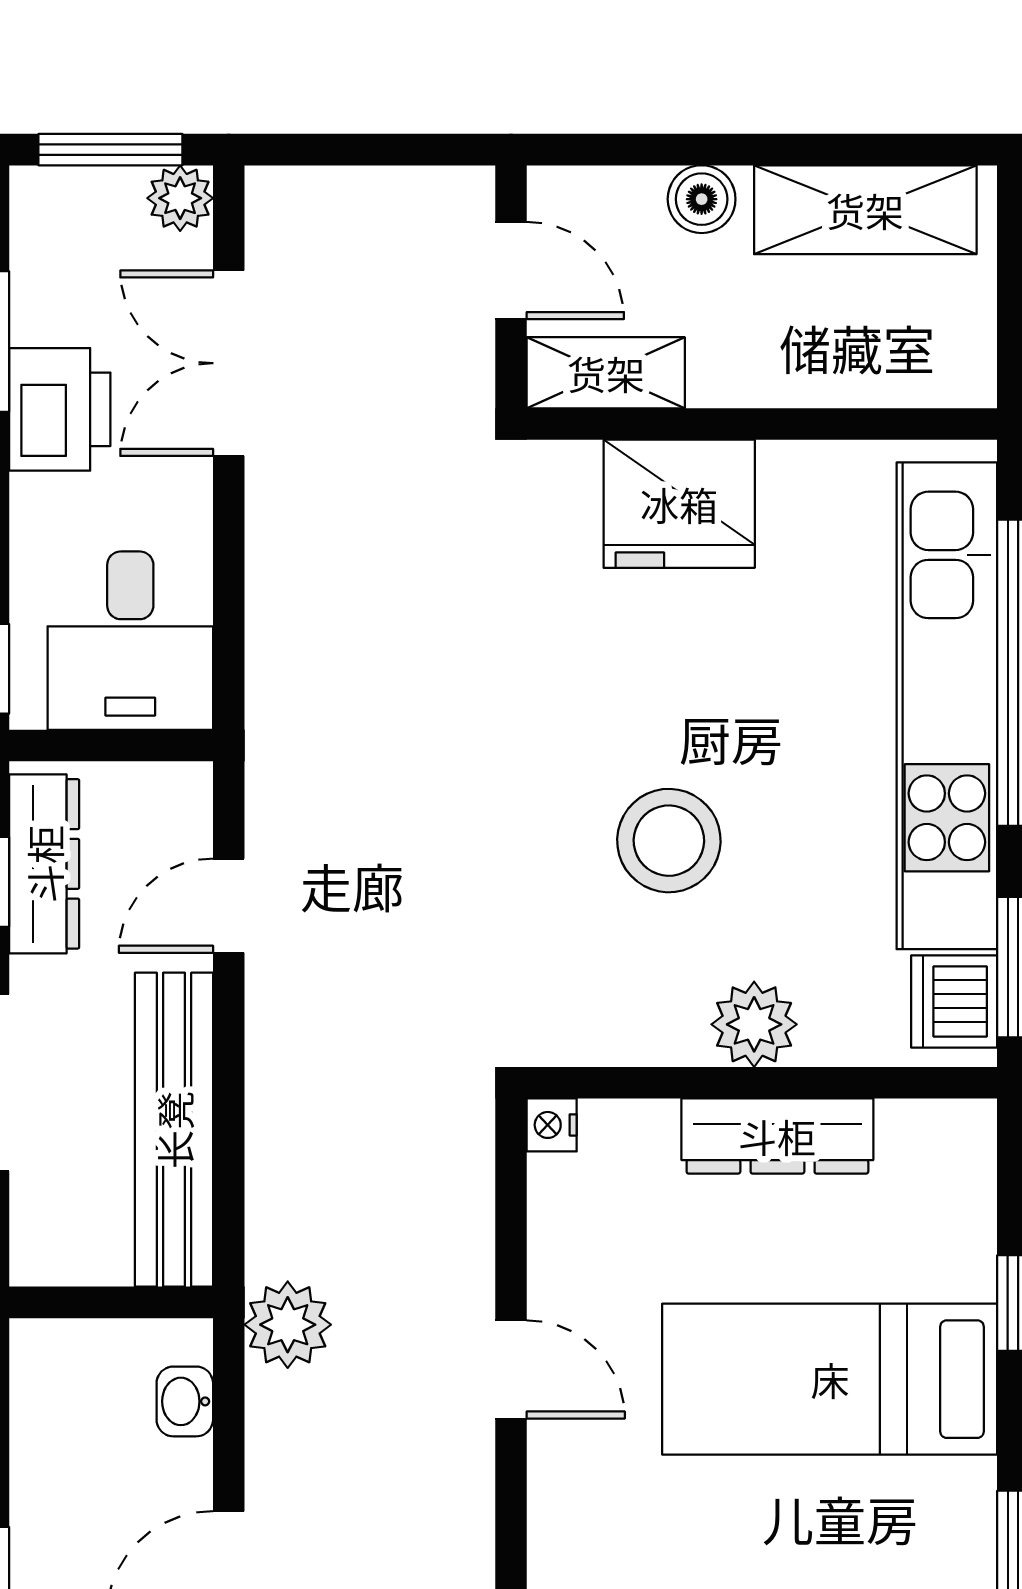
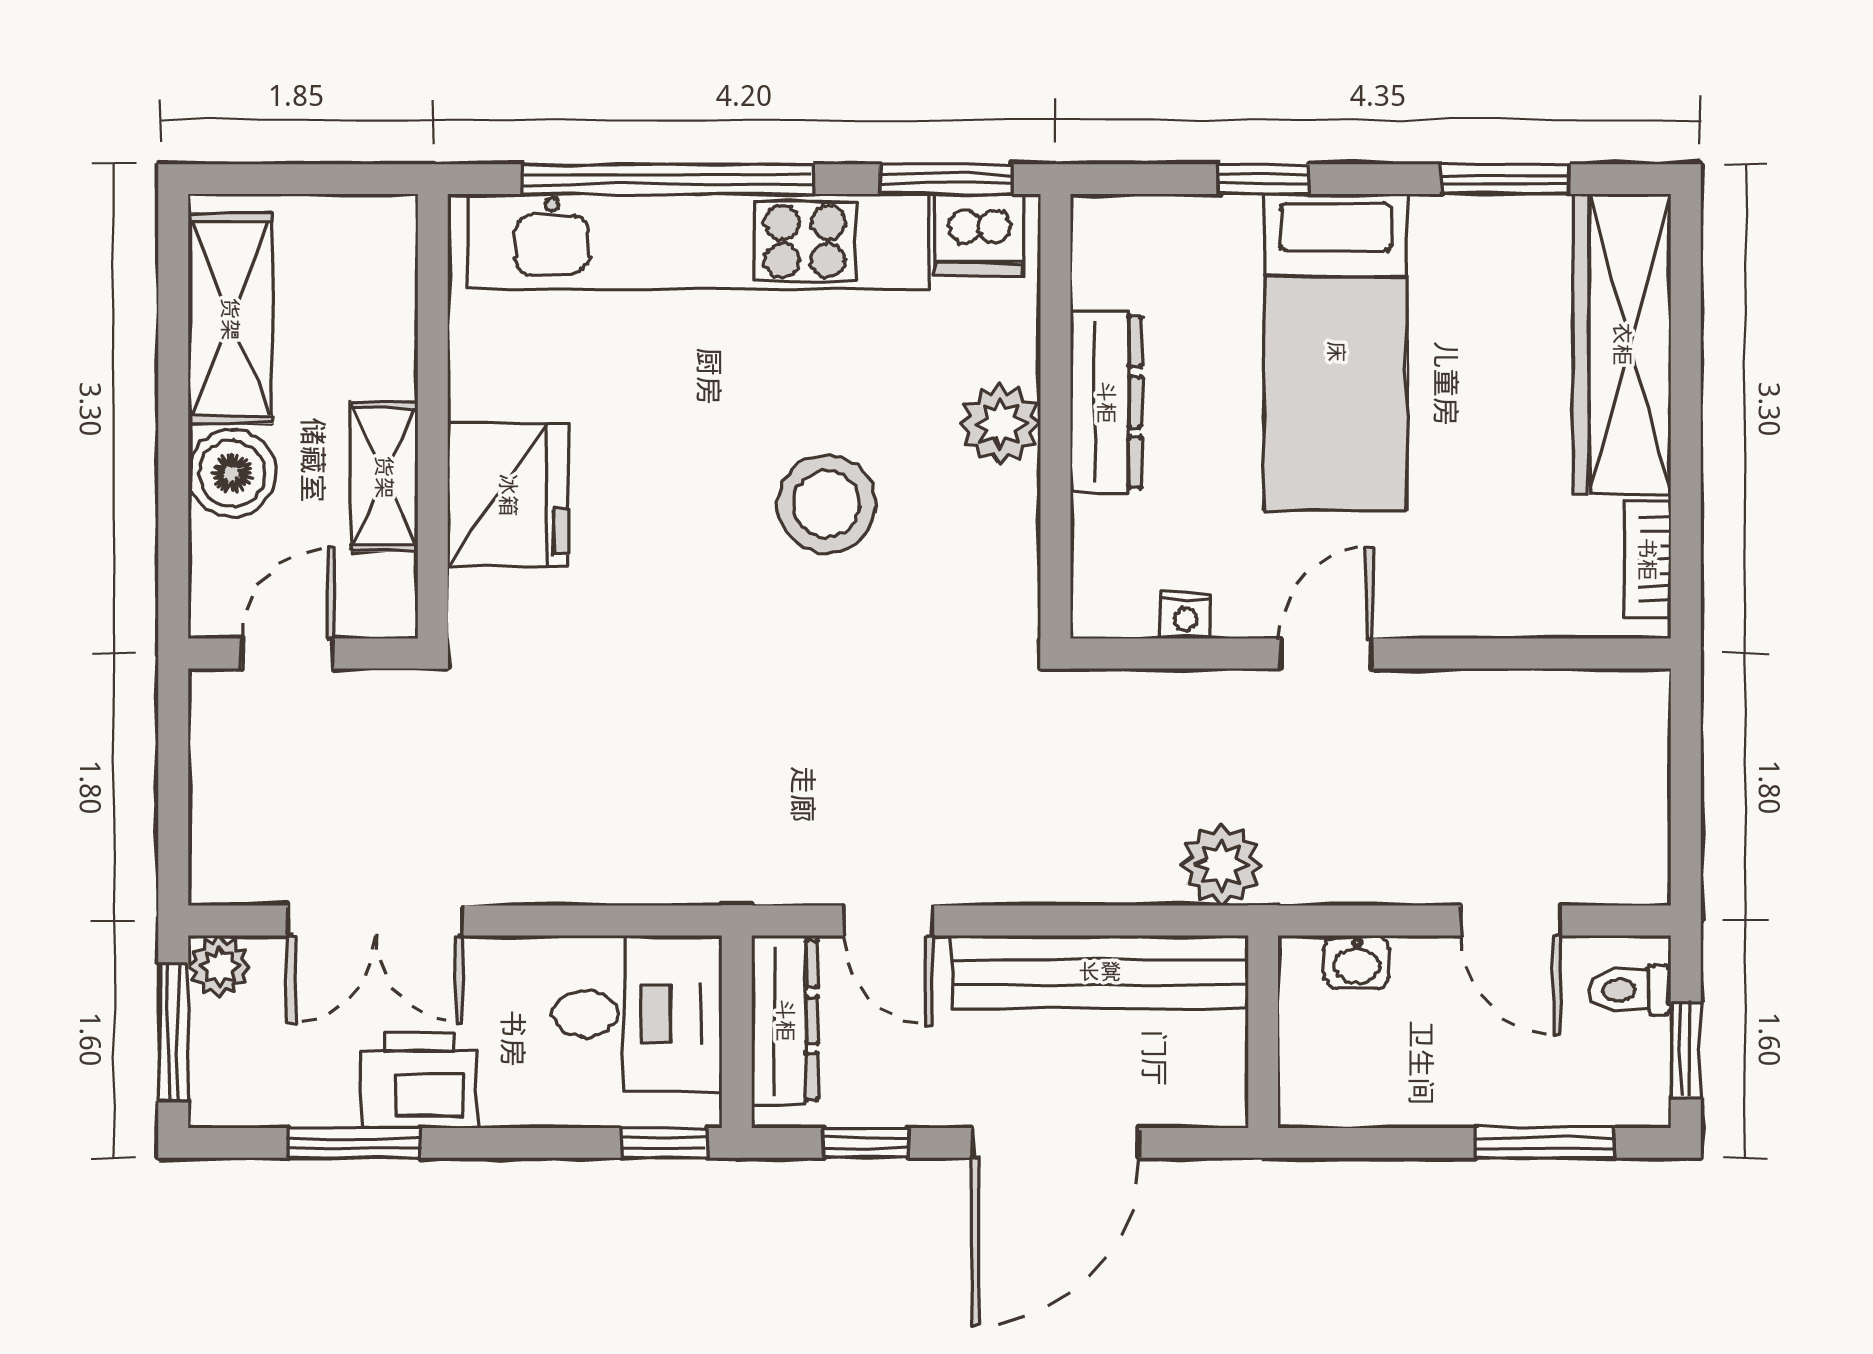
boiler: (702, 199) -> (232, 473), width x1.36, depth x1.36
shelving: (606, 373) -> (384, 477), moved
dresser: (44, 864) -> (785, 1020), moved, turned 90
nightstand: (552, 1125) -> (1185, 615), moved
plant: (288, 1325) -> (1221, 865), moved

